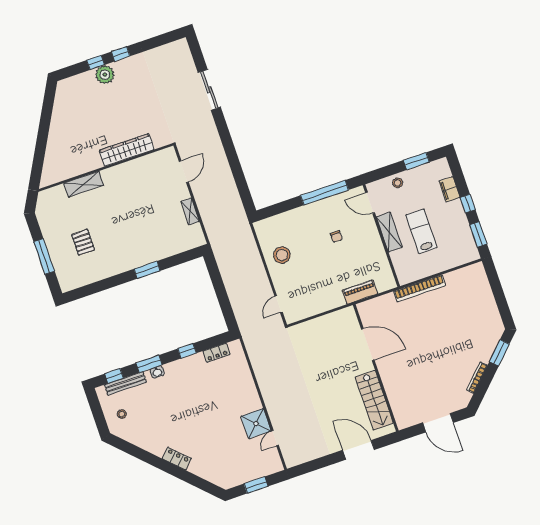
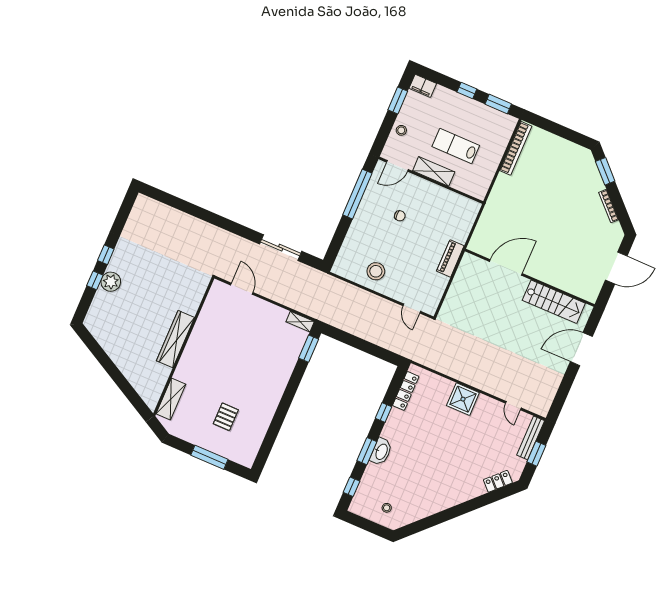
sliding door: (209, 90) -> (281, 248), moved
wardrobe: (127, 150) -> (176, 339), moved
shelving: (84, 184) -> (171, 399), moved
filing cabinet: (449, 189) -> (423, 86), moved
shelving: (190, 211) -> (300, 322), moved
pallet: (83, 242) -> (226, 417), turned 90
window: (147, 270) -> (309, 349), moved
bookcase: (420, 288) -> (516, 148), moved
piano: (360, 292) -> (450, 258), moved
locker: (216, 353) -> (406, 391), width x1.53
washbasin: (157, 372) -> (381, 452), width x1.91, depth x1.45
bench: (125, 383) -> (531, 438), moved
shower: (256, 424) -> (463, 399), moved
locker: (177, 459) -> (498, 481), moved

